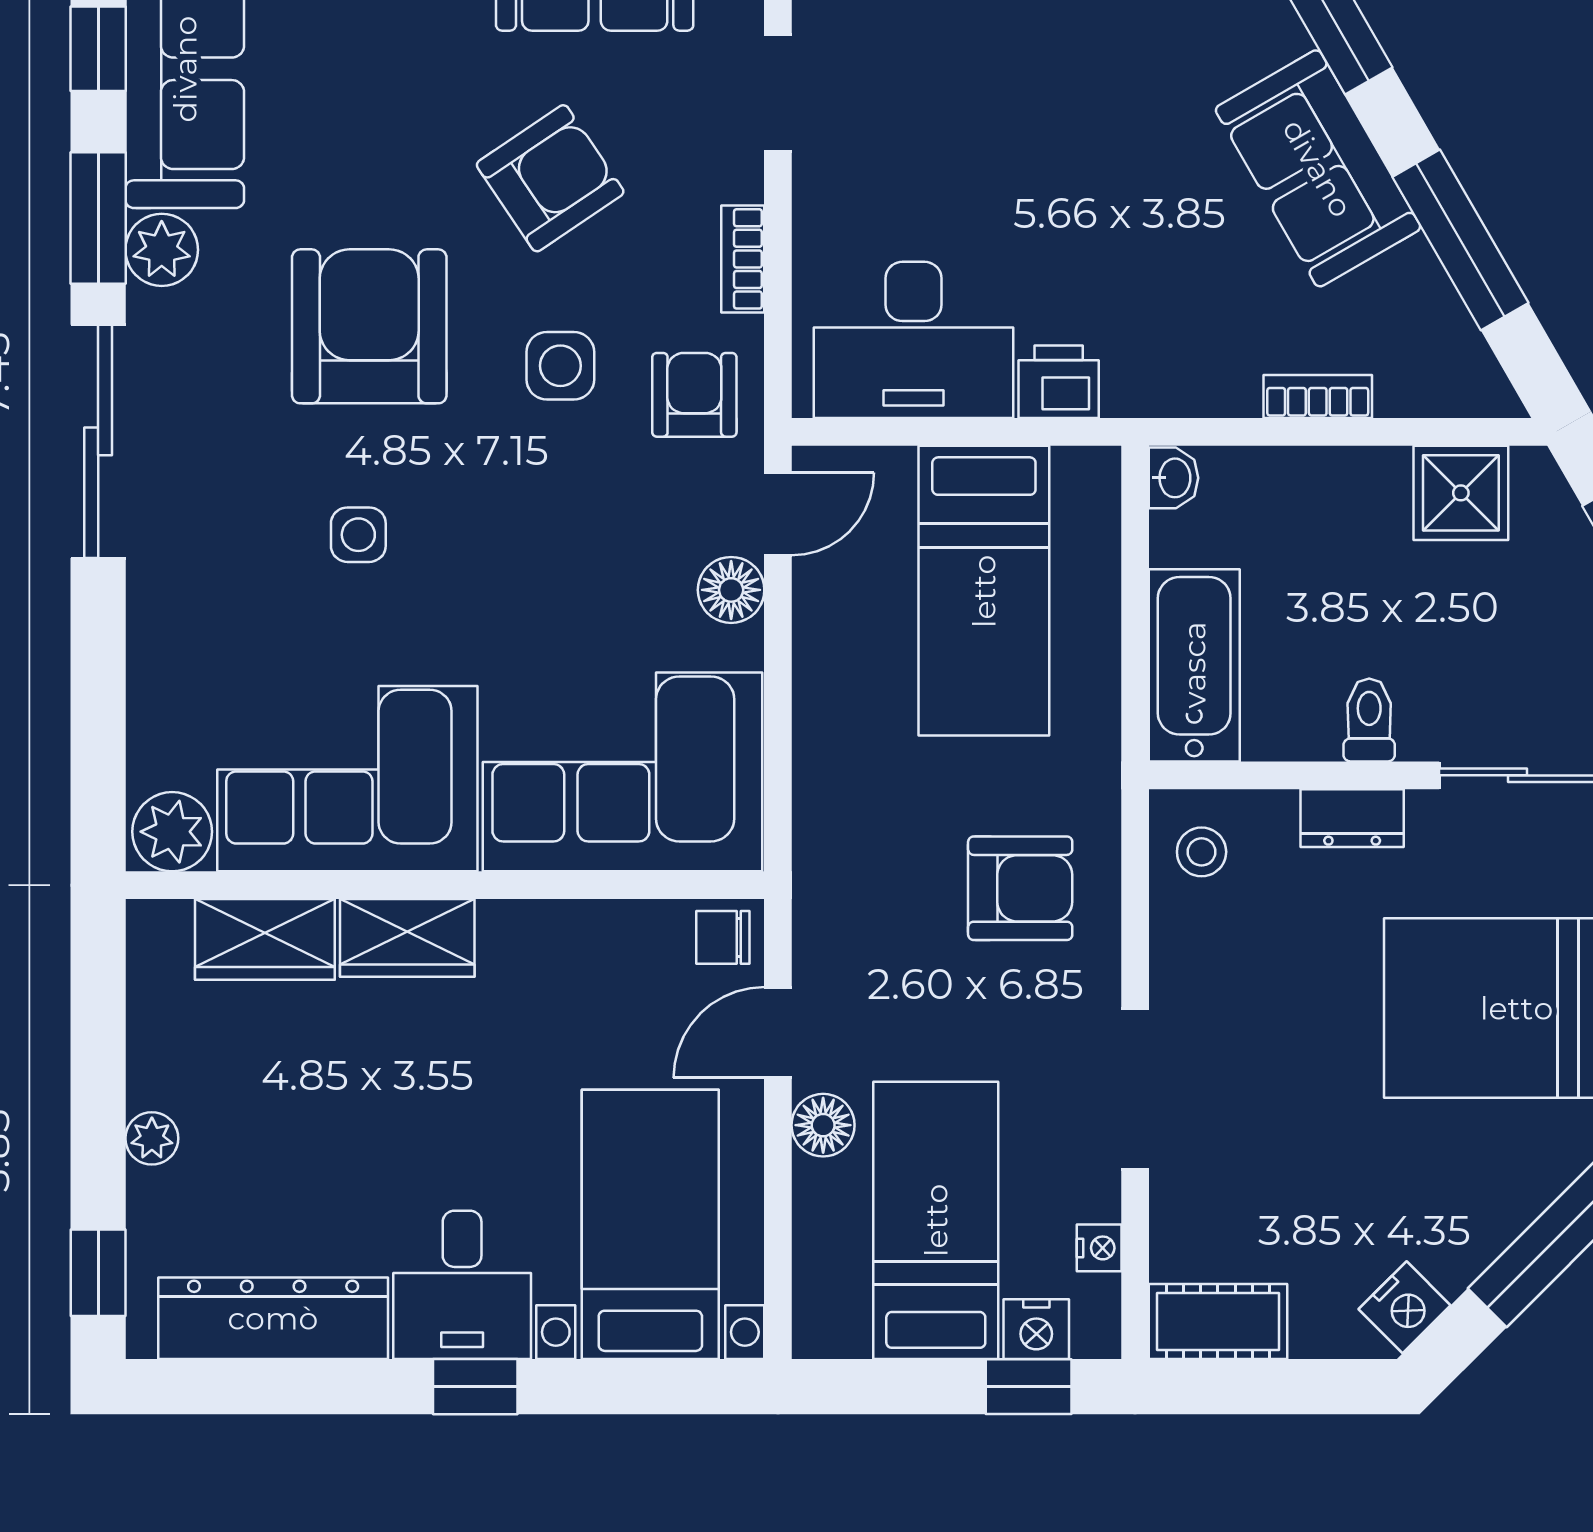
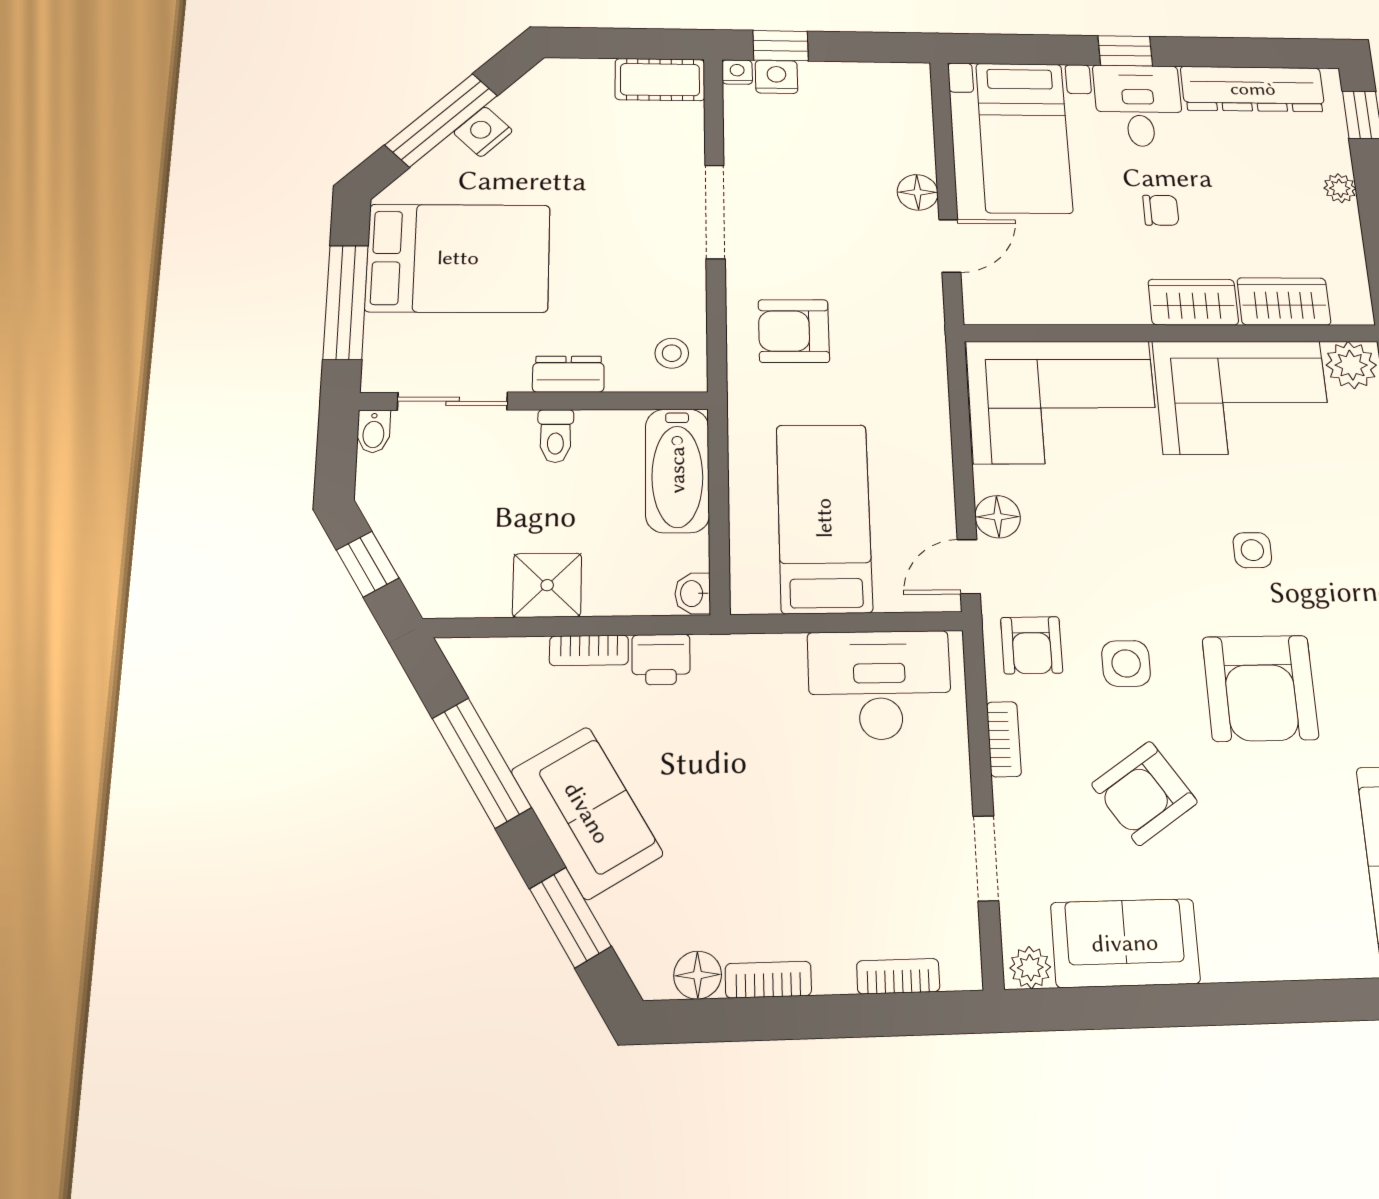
printer: (1059, 382) -> (661, 659), moved
shower: (1461, 493) -> (547, 585), moved
chair: (723, 937) -> (1161, 210), moved
bed: (936, 1220) -> (843, 138), removed
nightstand: (1099, 1248) -> (737, 72), moved, turned 90
nightstand: (1405, 1307) -> (483, 132), moved

